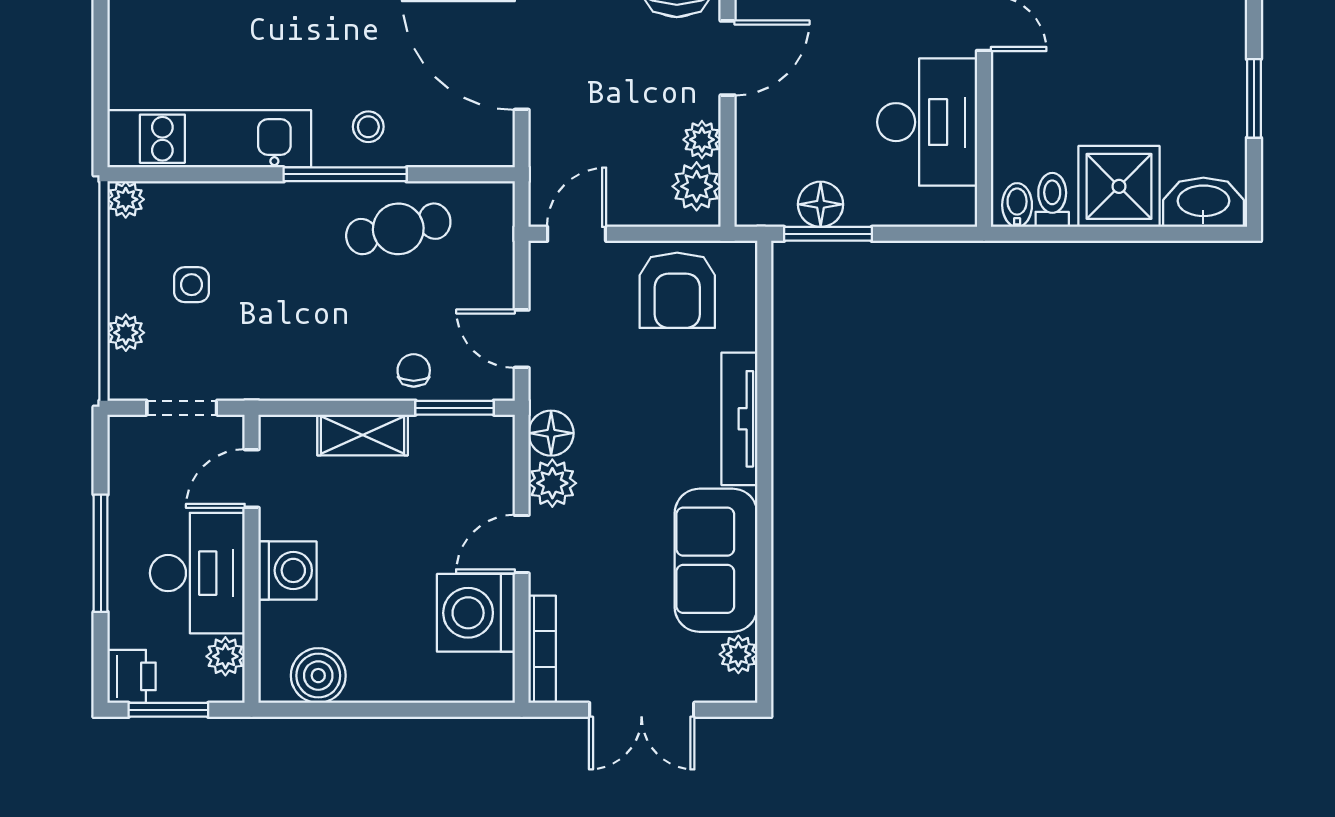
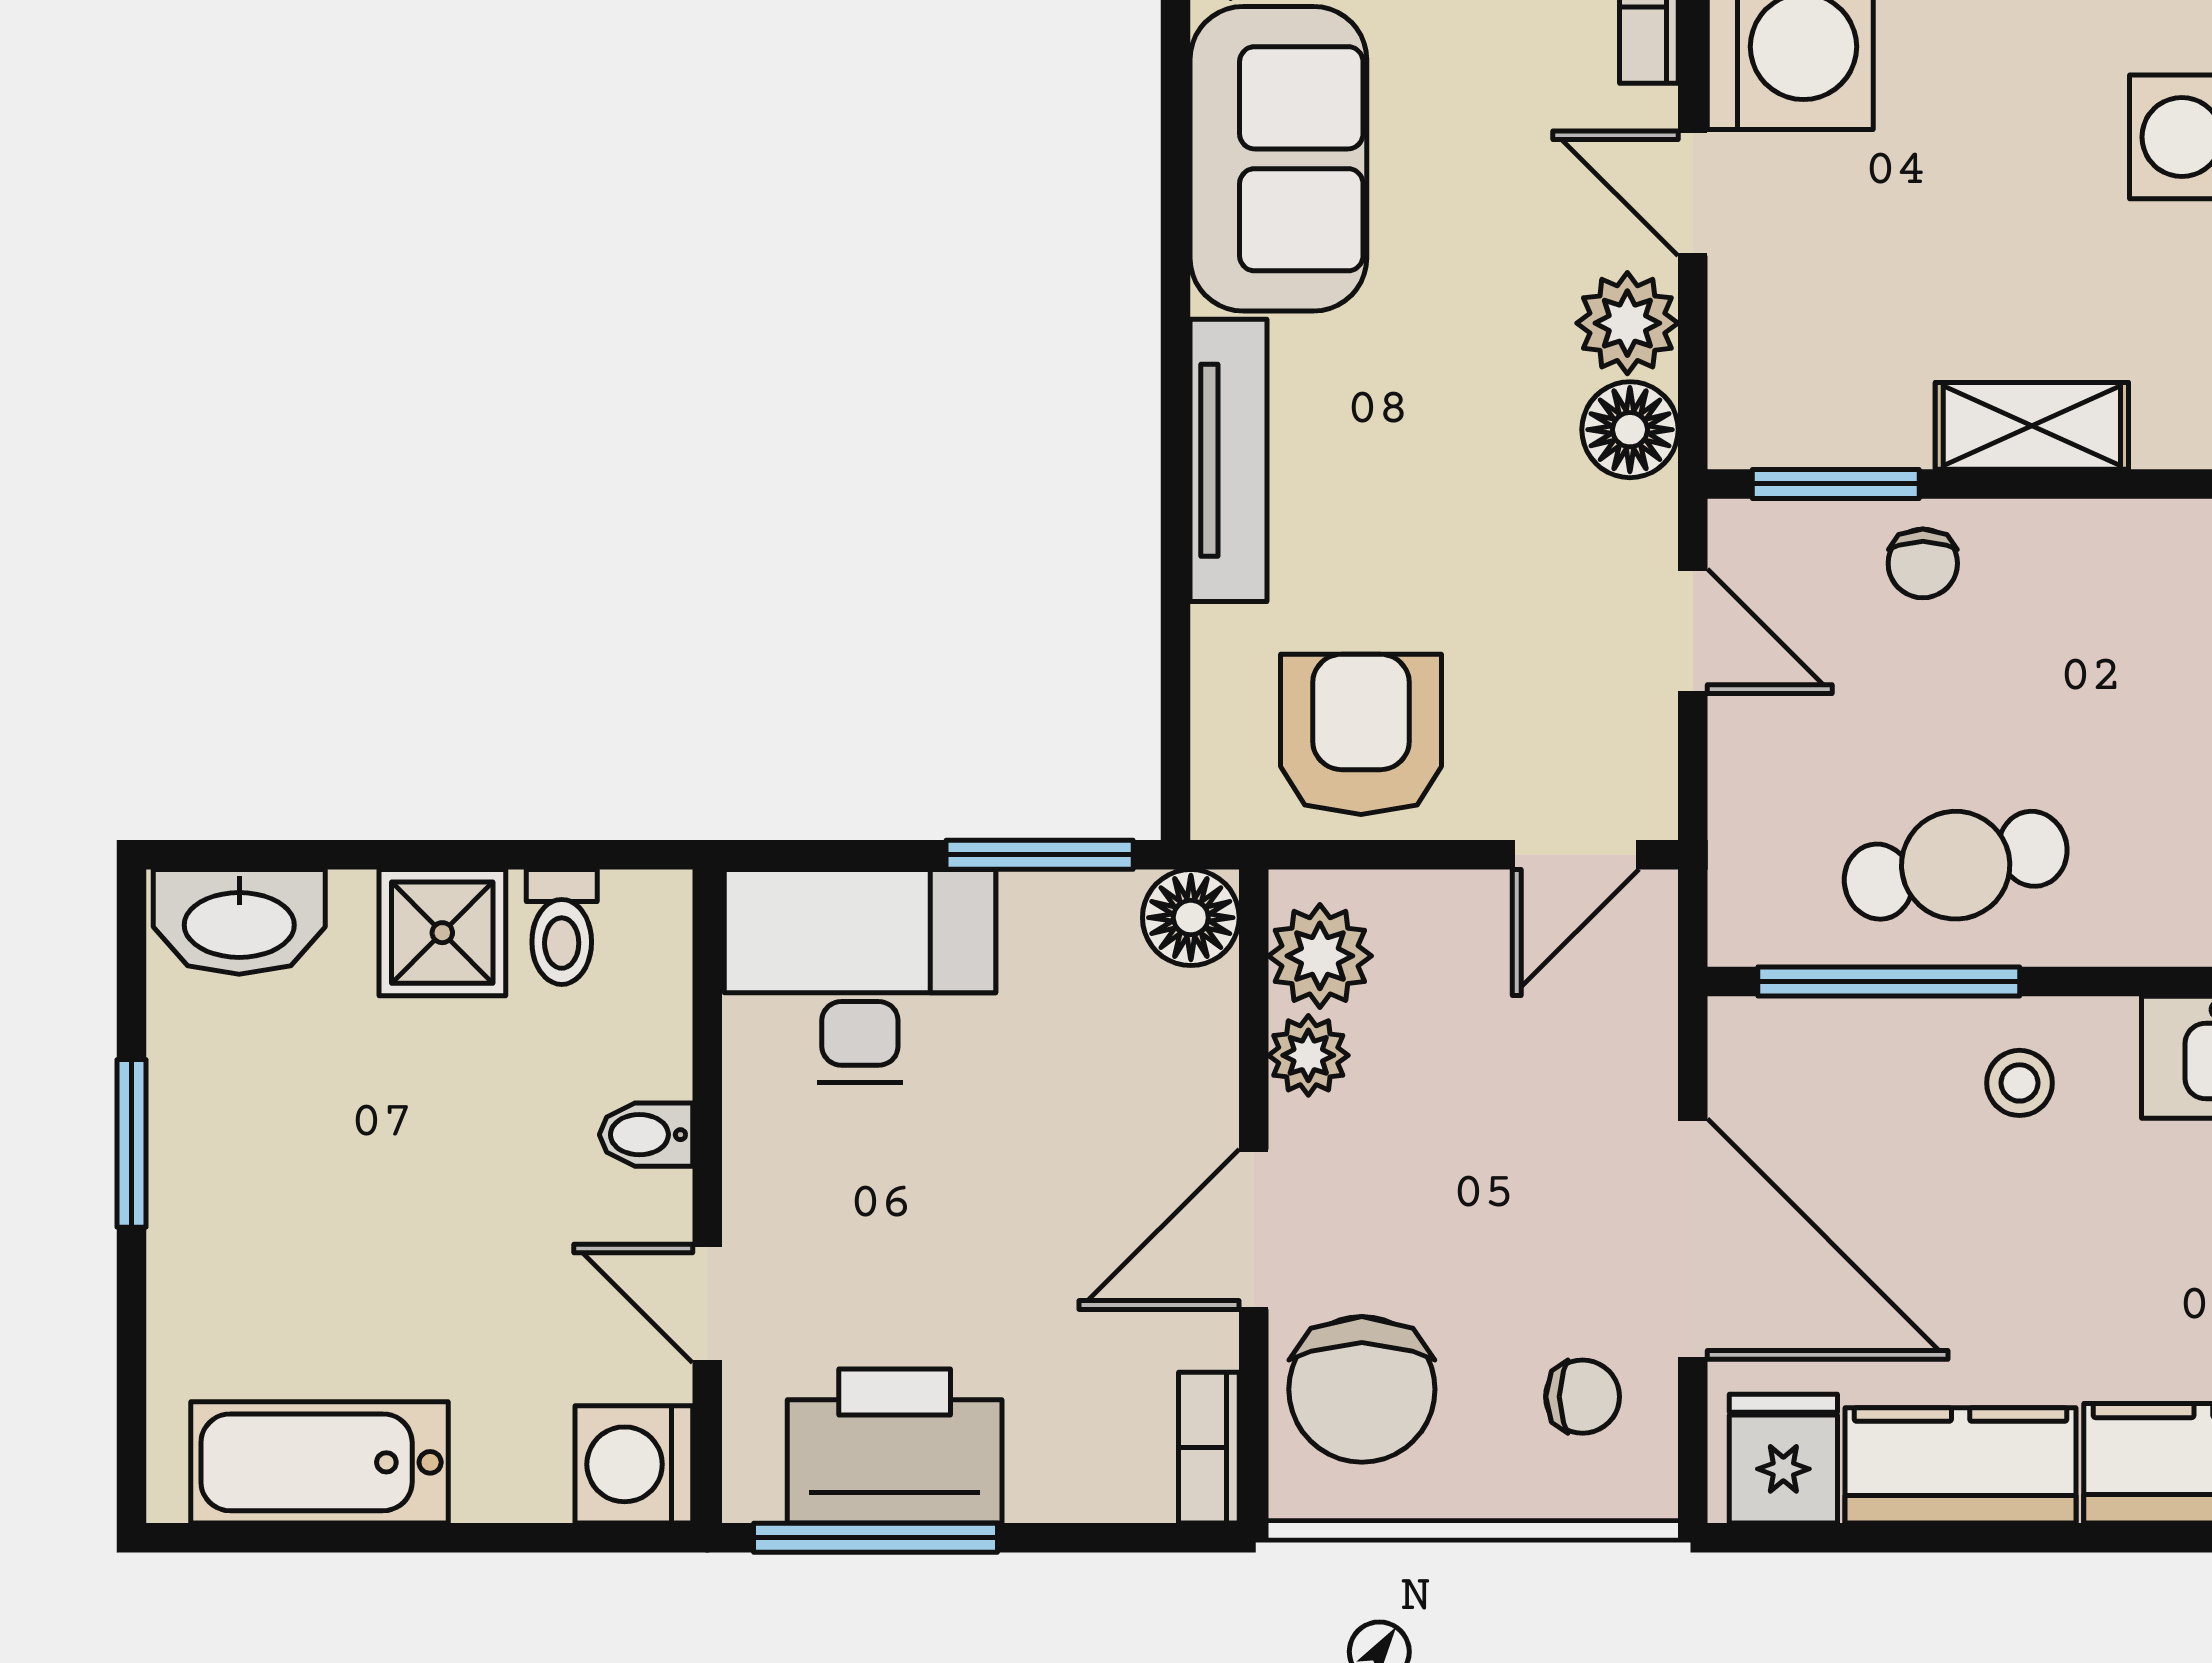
desk: (927, 122) -> (860, 976), moved, turned 90
window: (345, 174) -> (1889, 982), moved
shower: (1119, 186) -> (442, 933), width x0.73, depth x0.73
floor lamp: (821, 204) -> (1191, 918), moved
bidet: (1017, 205) -> (646, 1135), moved, turned 90
door: (522, 544) -> (1693, 193), swing flipped

